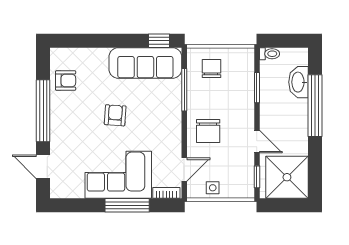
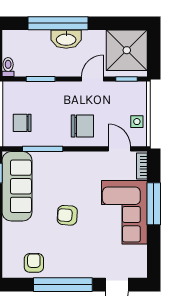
washbasin: (298, 82) -> (66, 39), moved

